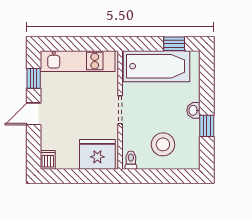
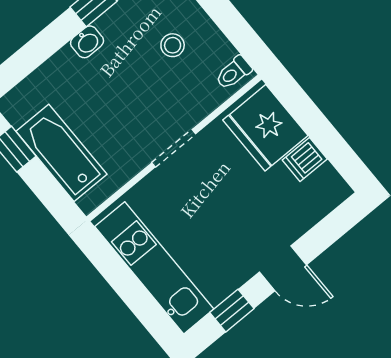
bathtub: (156, 66) -> (61, 153), width x0.73, depth x0.73
stool: (163, 144) -> (173, 45), width x0.53, depth x0.53
dishwasher: (48, 160) -> (305, 160), moved

